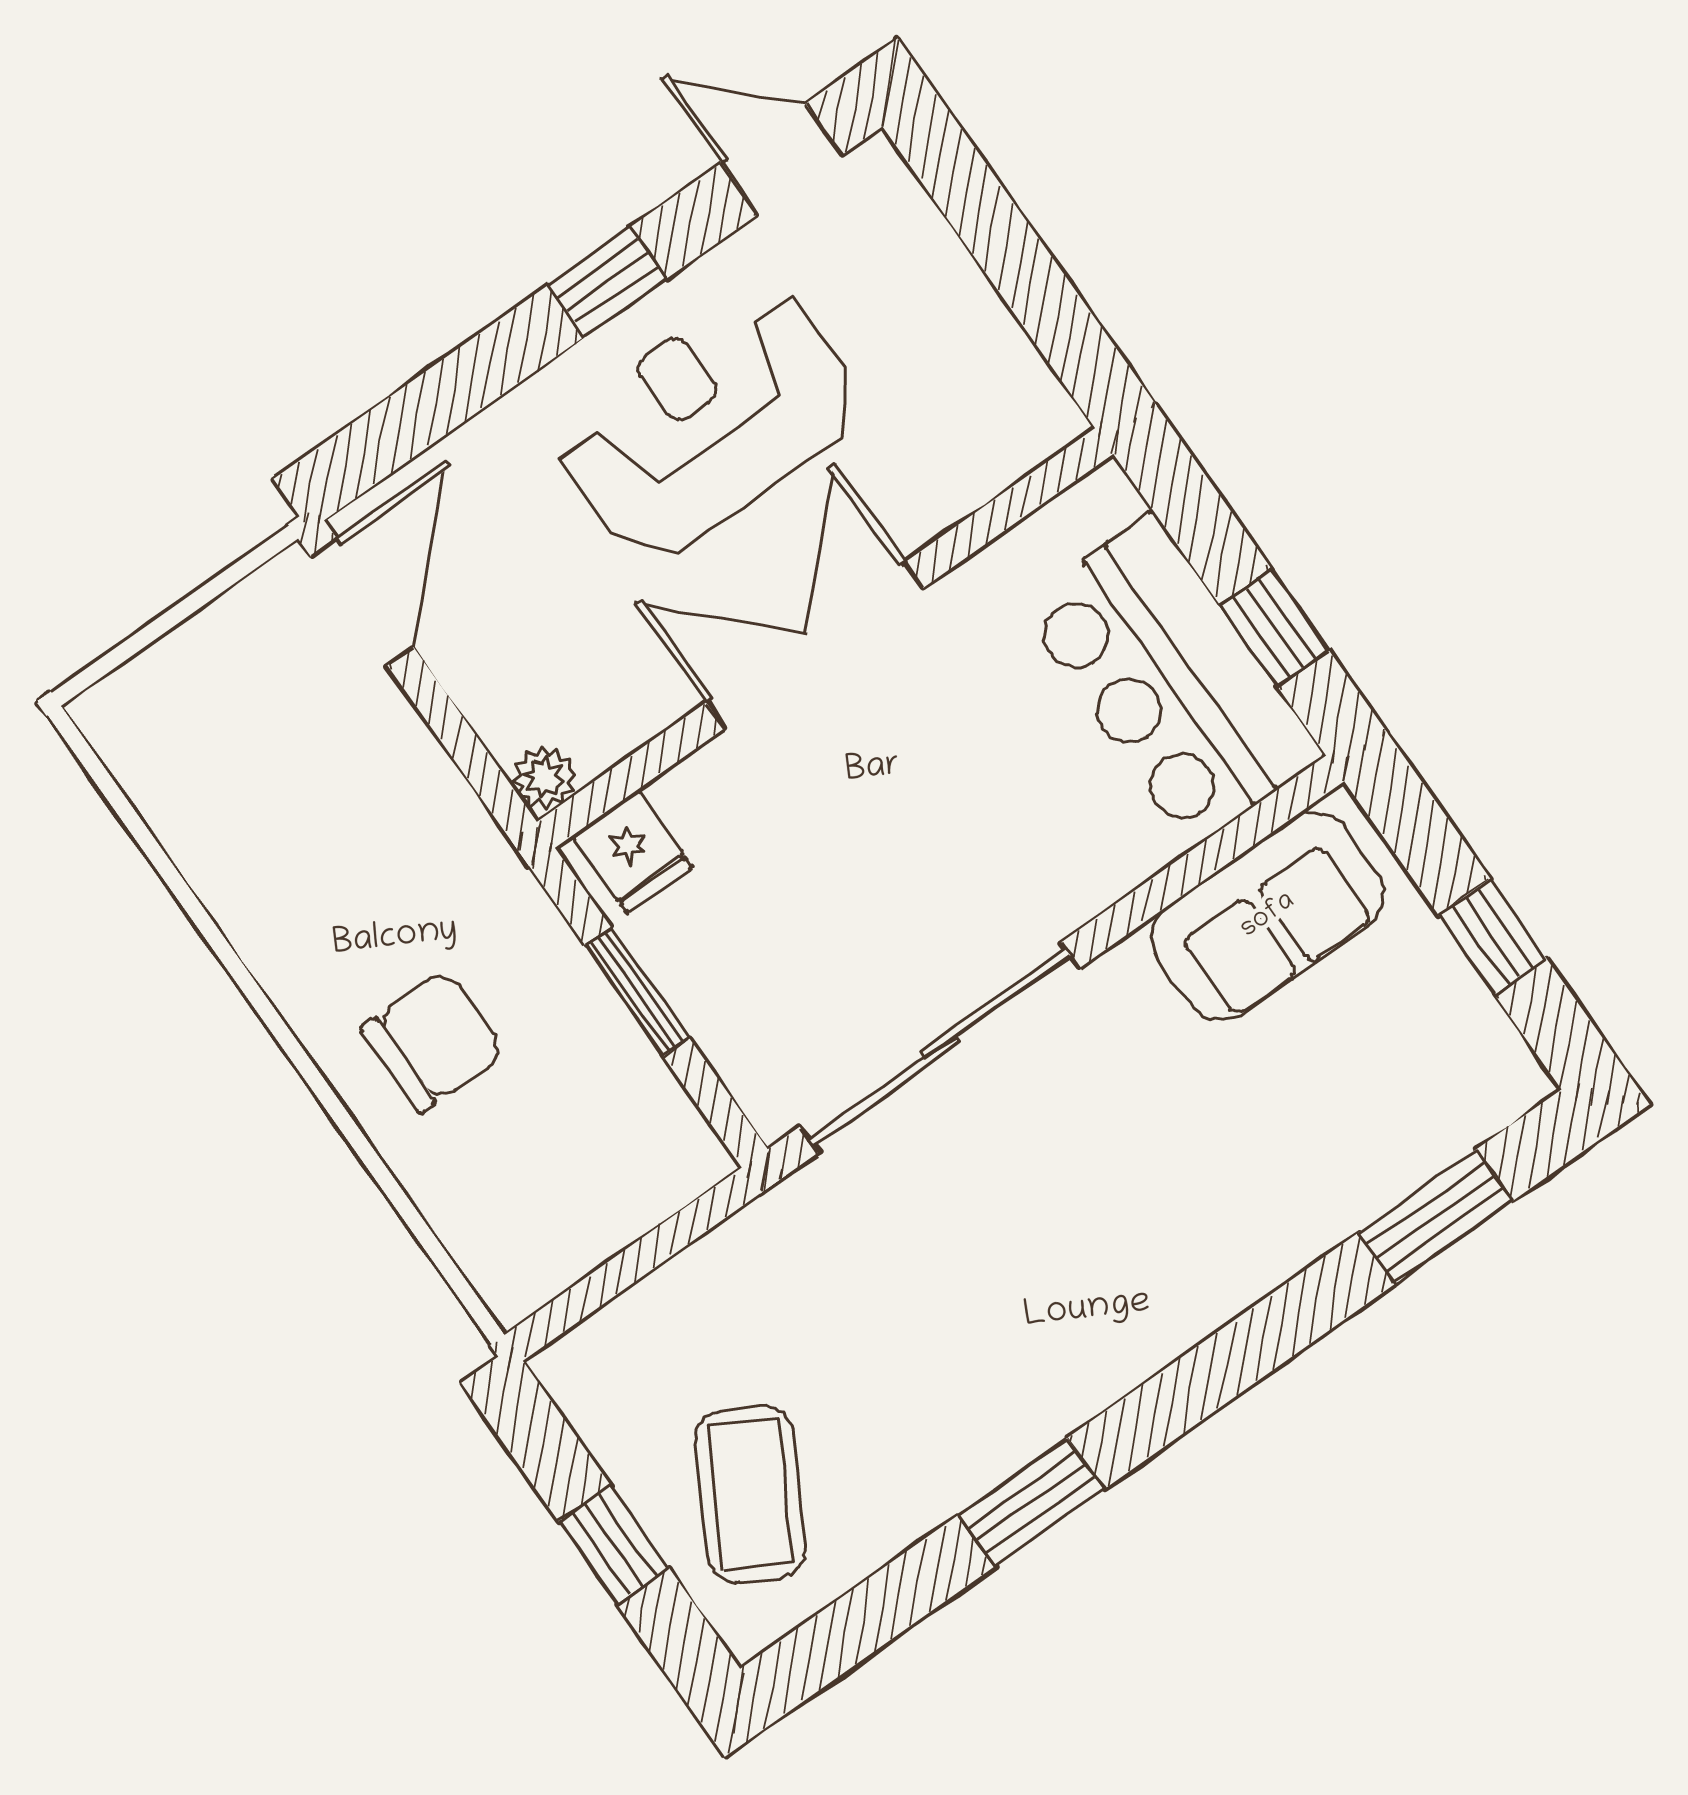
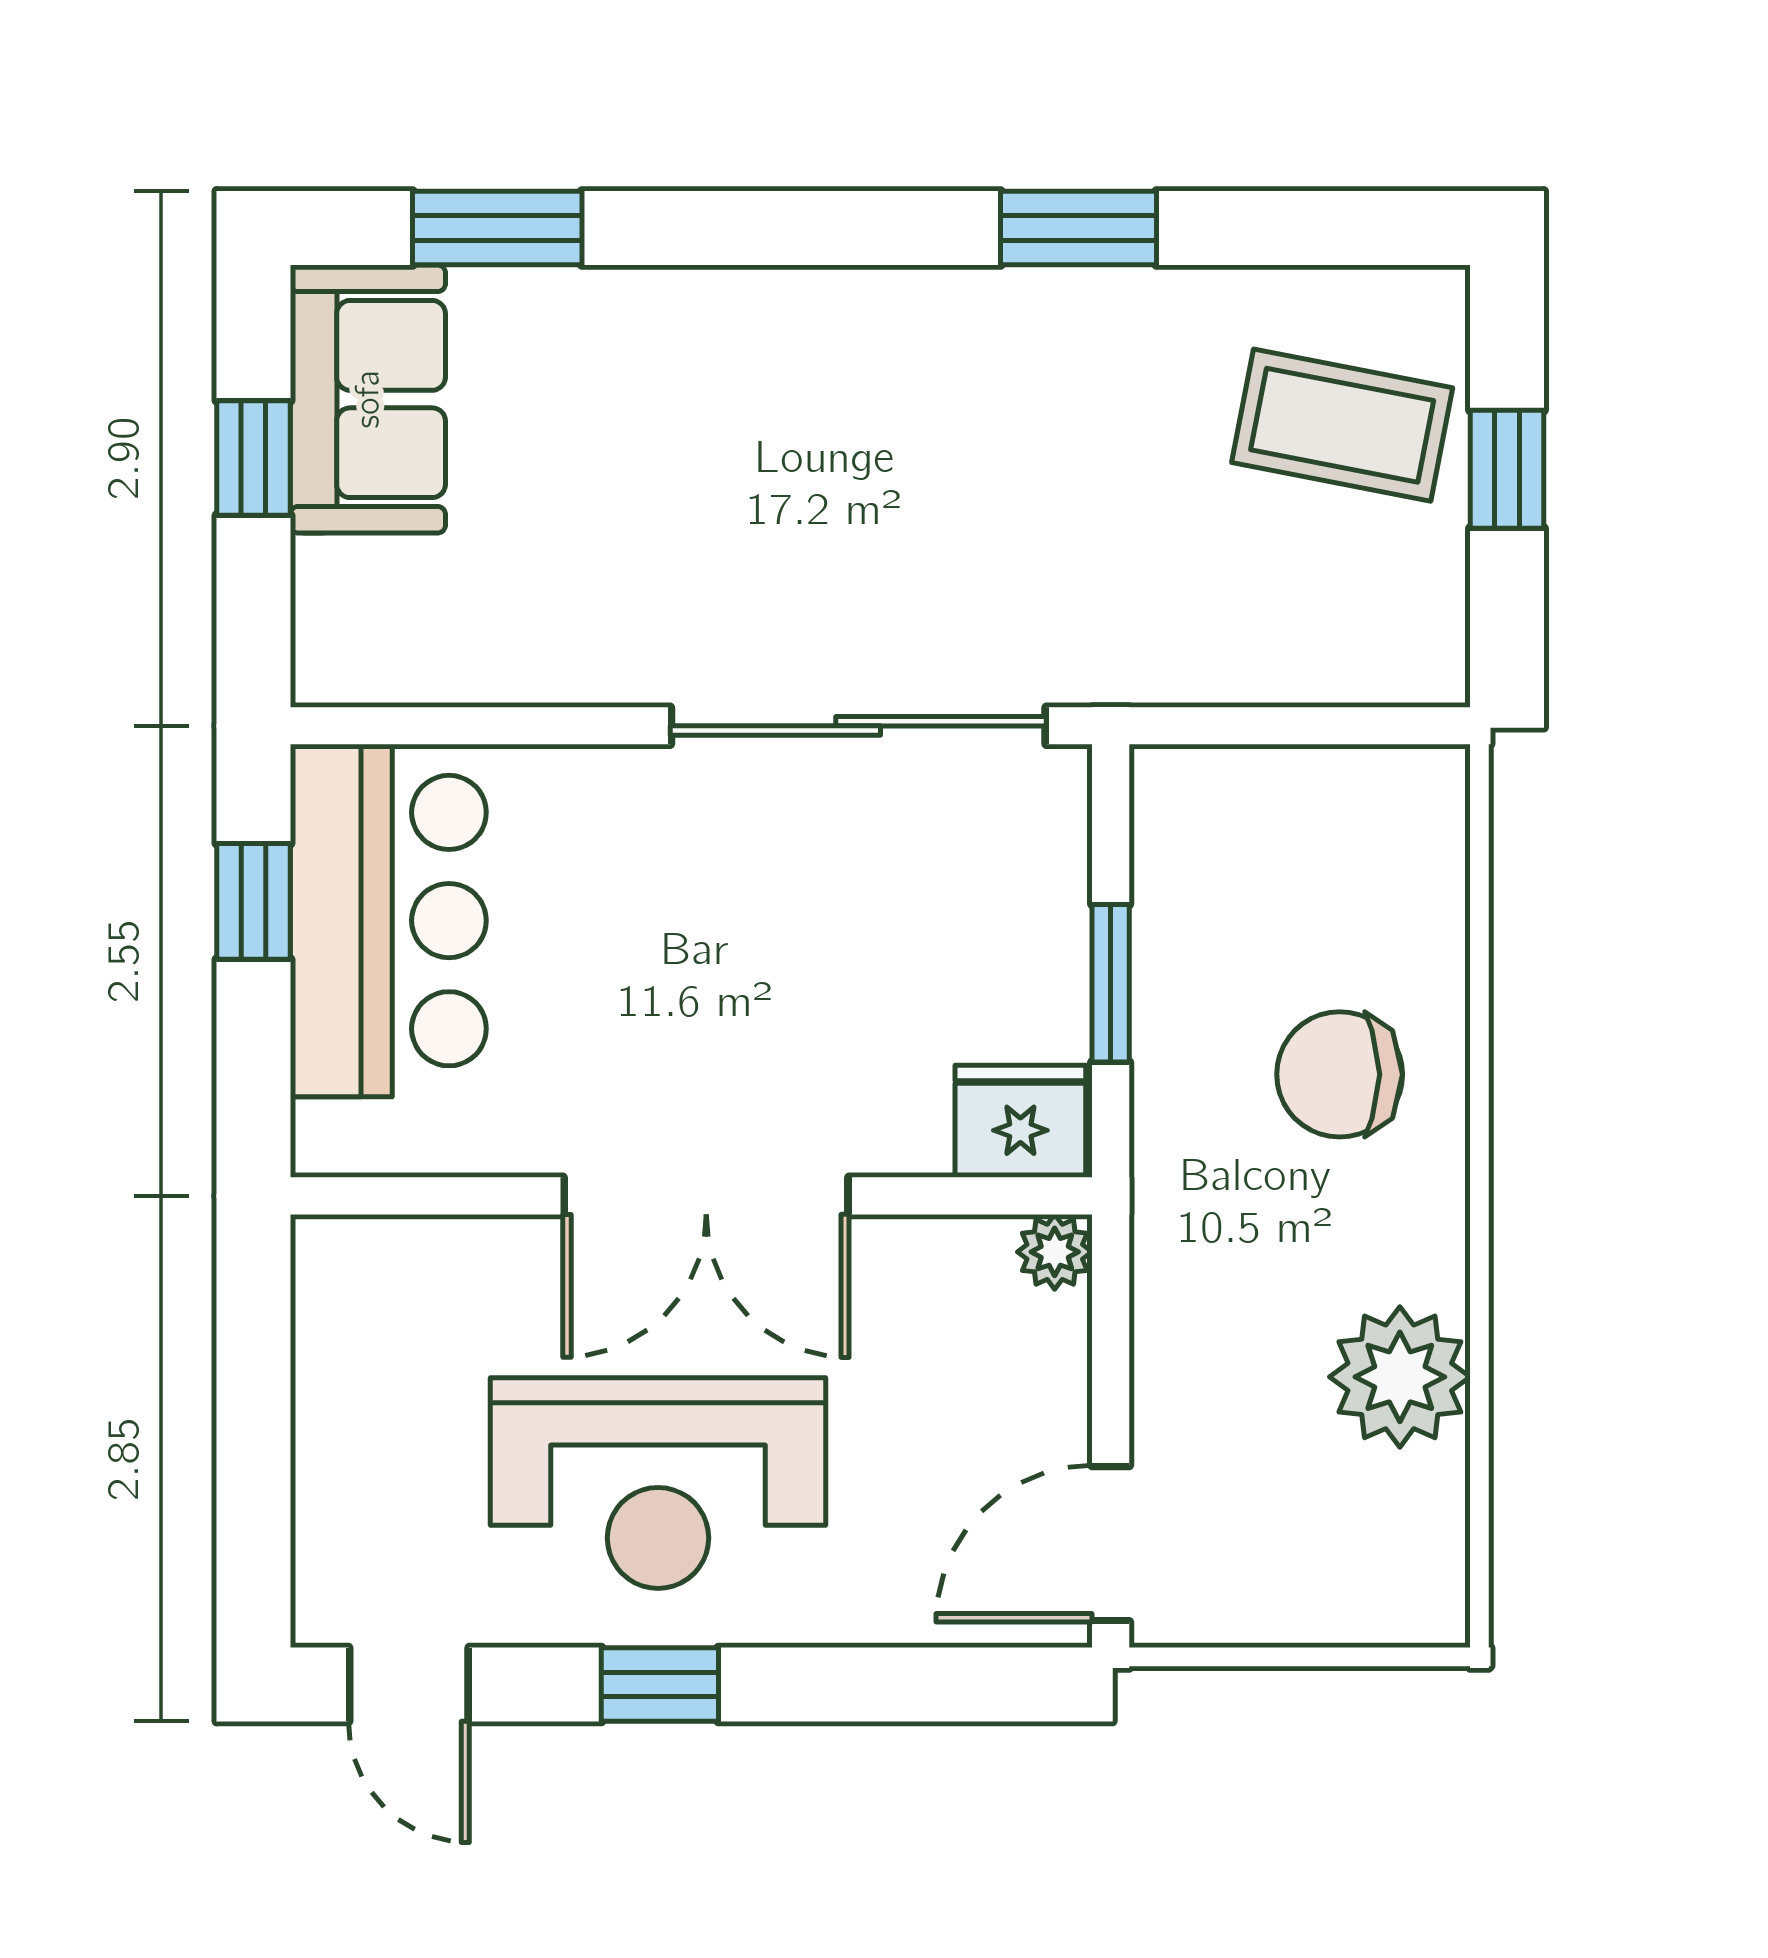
fridge: (633, 852) -> (1020, 1121), width x1.38
plant: (243, 860) -> (1400, 1377), added
sofa: (1268, 916) -> (368, 399), moved, turned 90
coffee table: (750, 1494) -> (1342, 425), turned 72

